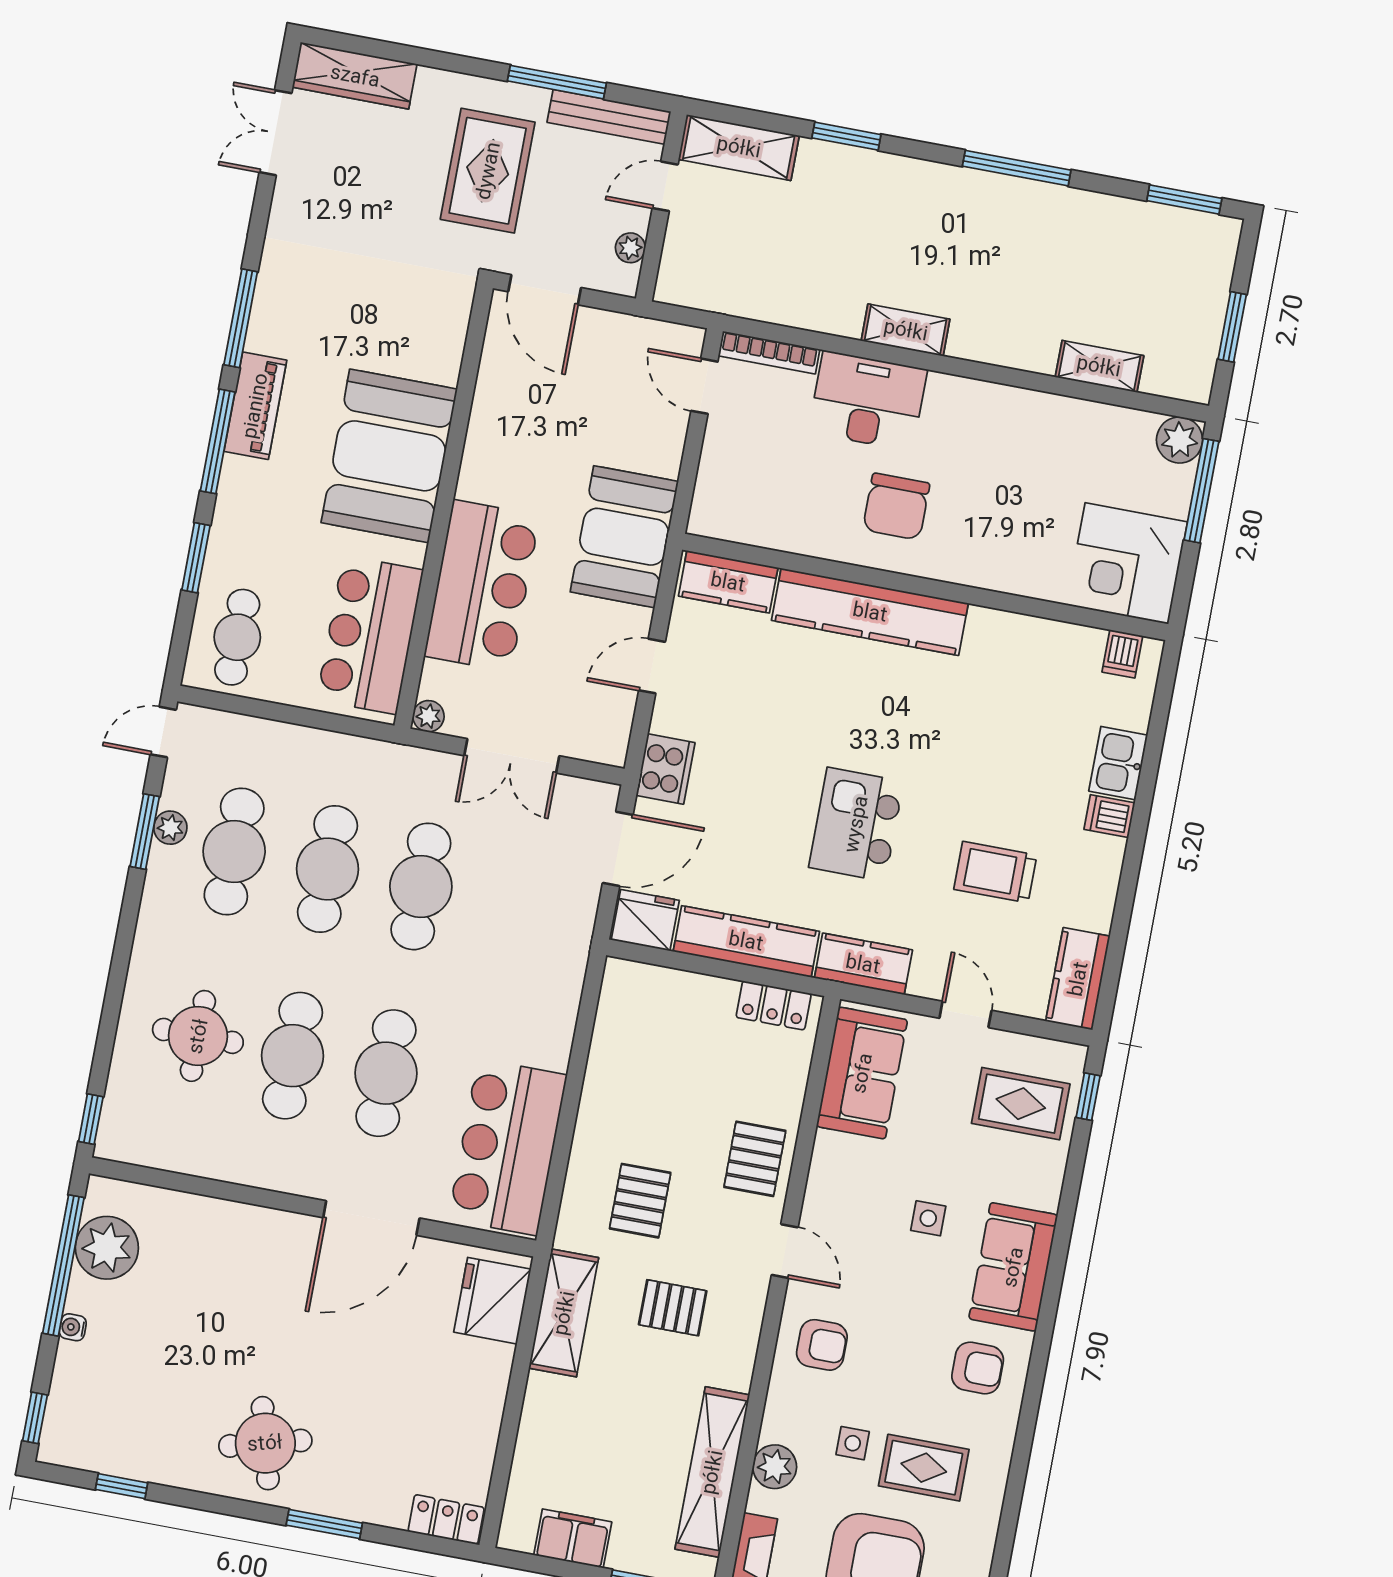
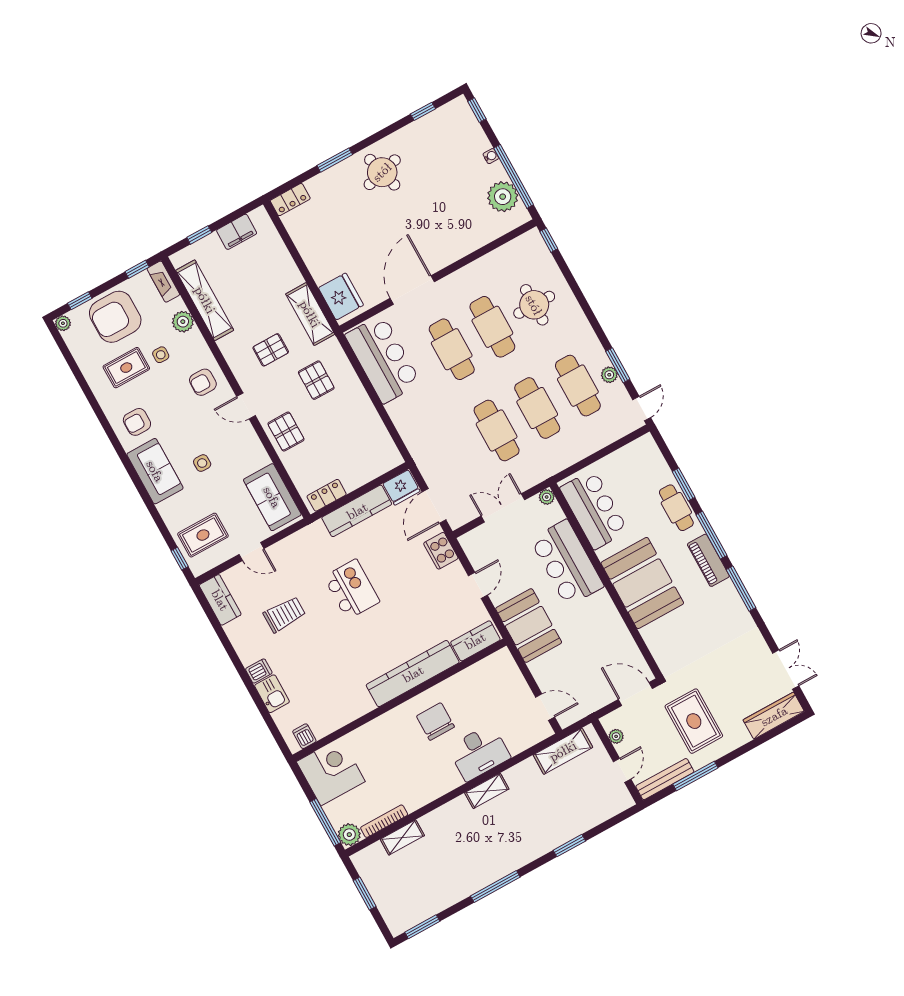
shelving: (739, 147) -> (563, 751), moved
bookcase: (769, 353) -> (384, 821), moved
cafe table: (237, 637) -> (676, 508), moved
kitchen counter: (863, 964) -> (306, 539), removed

